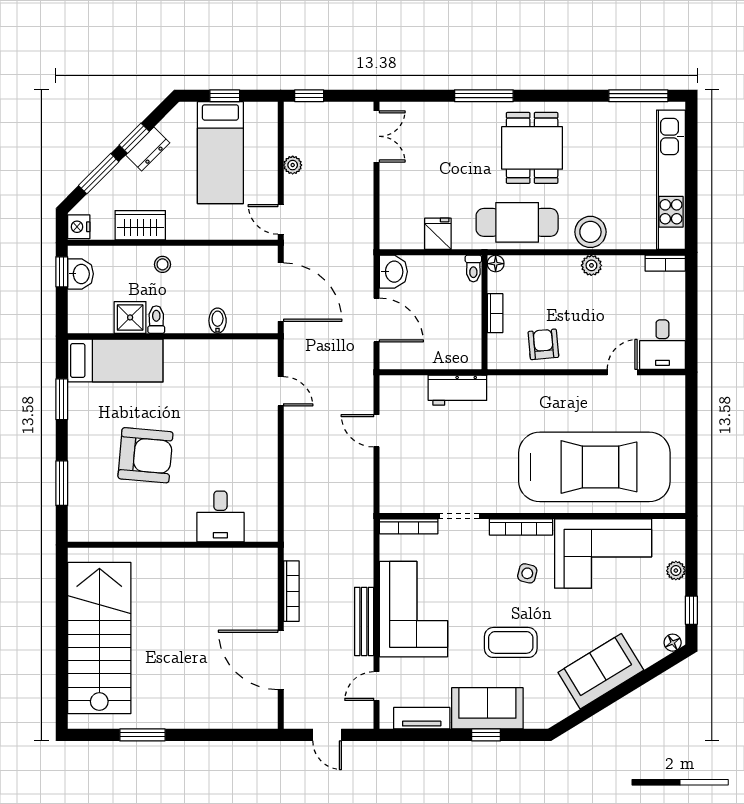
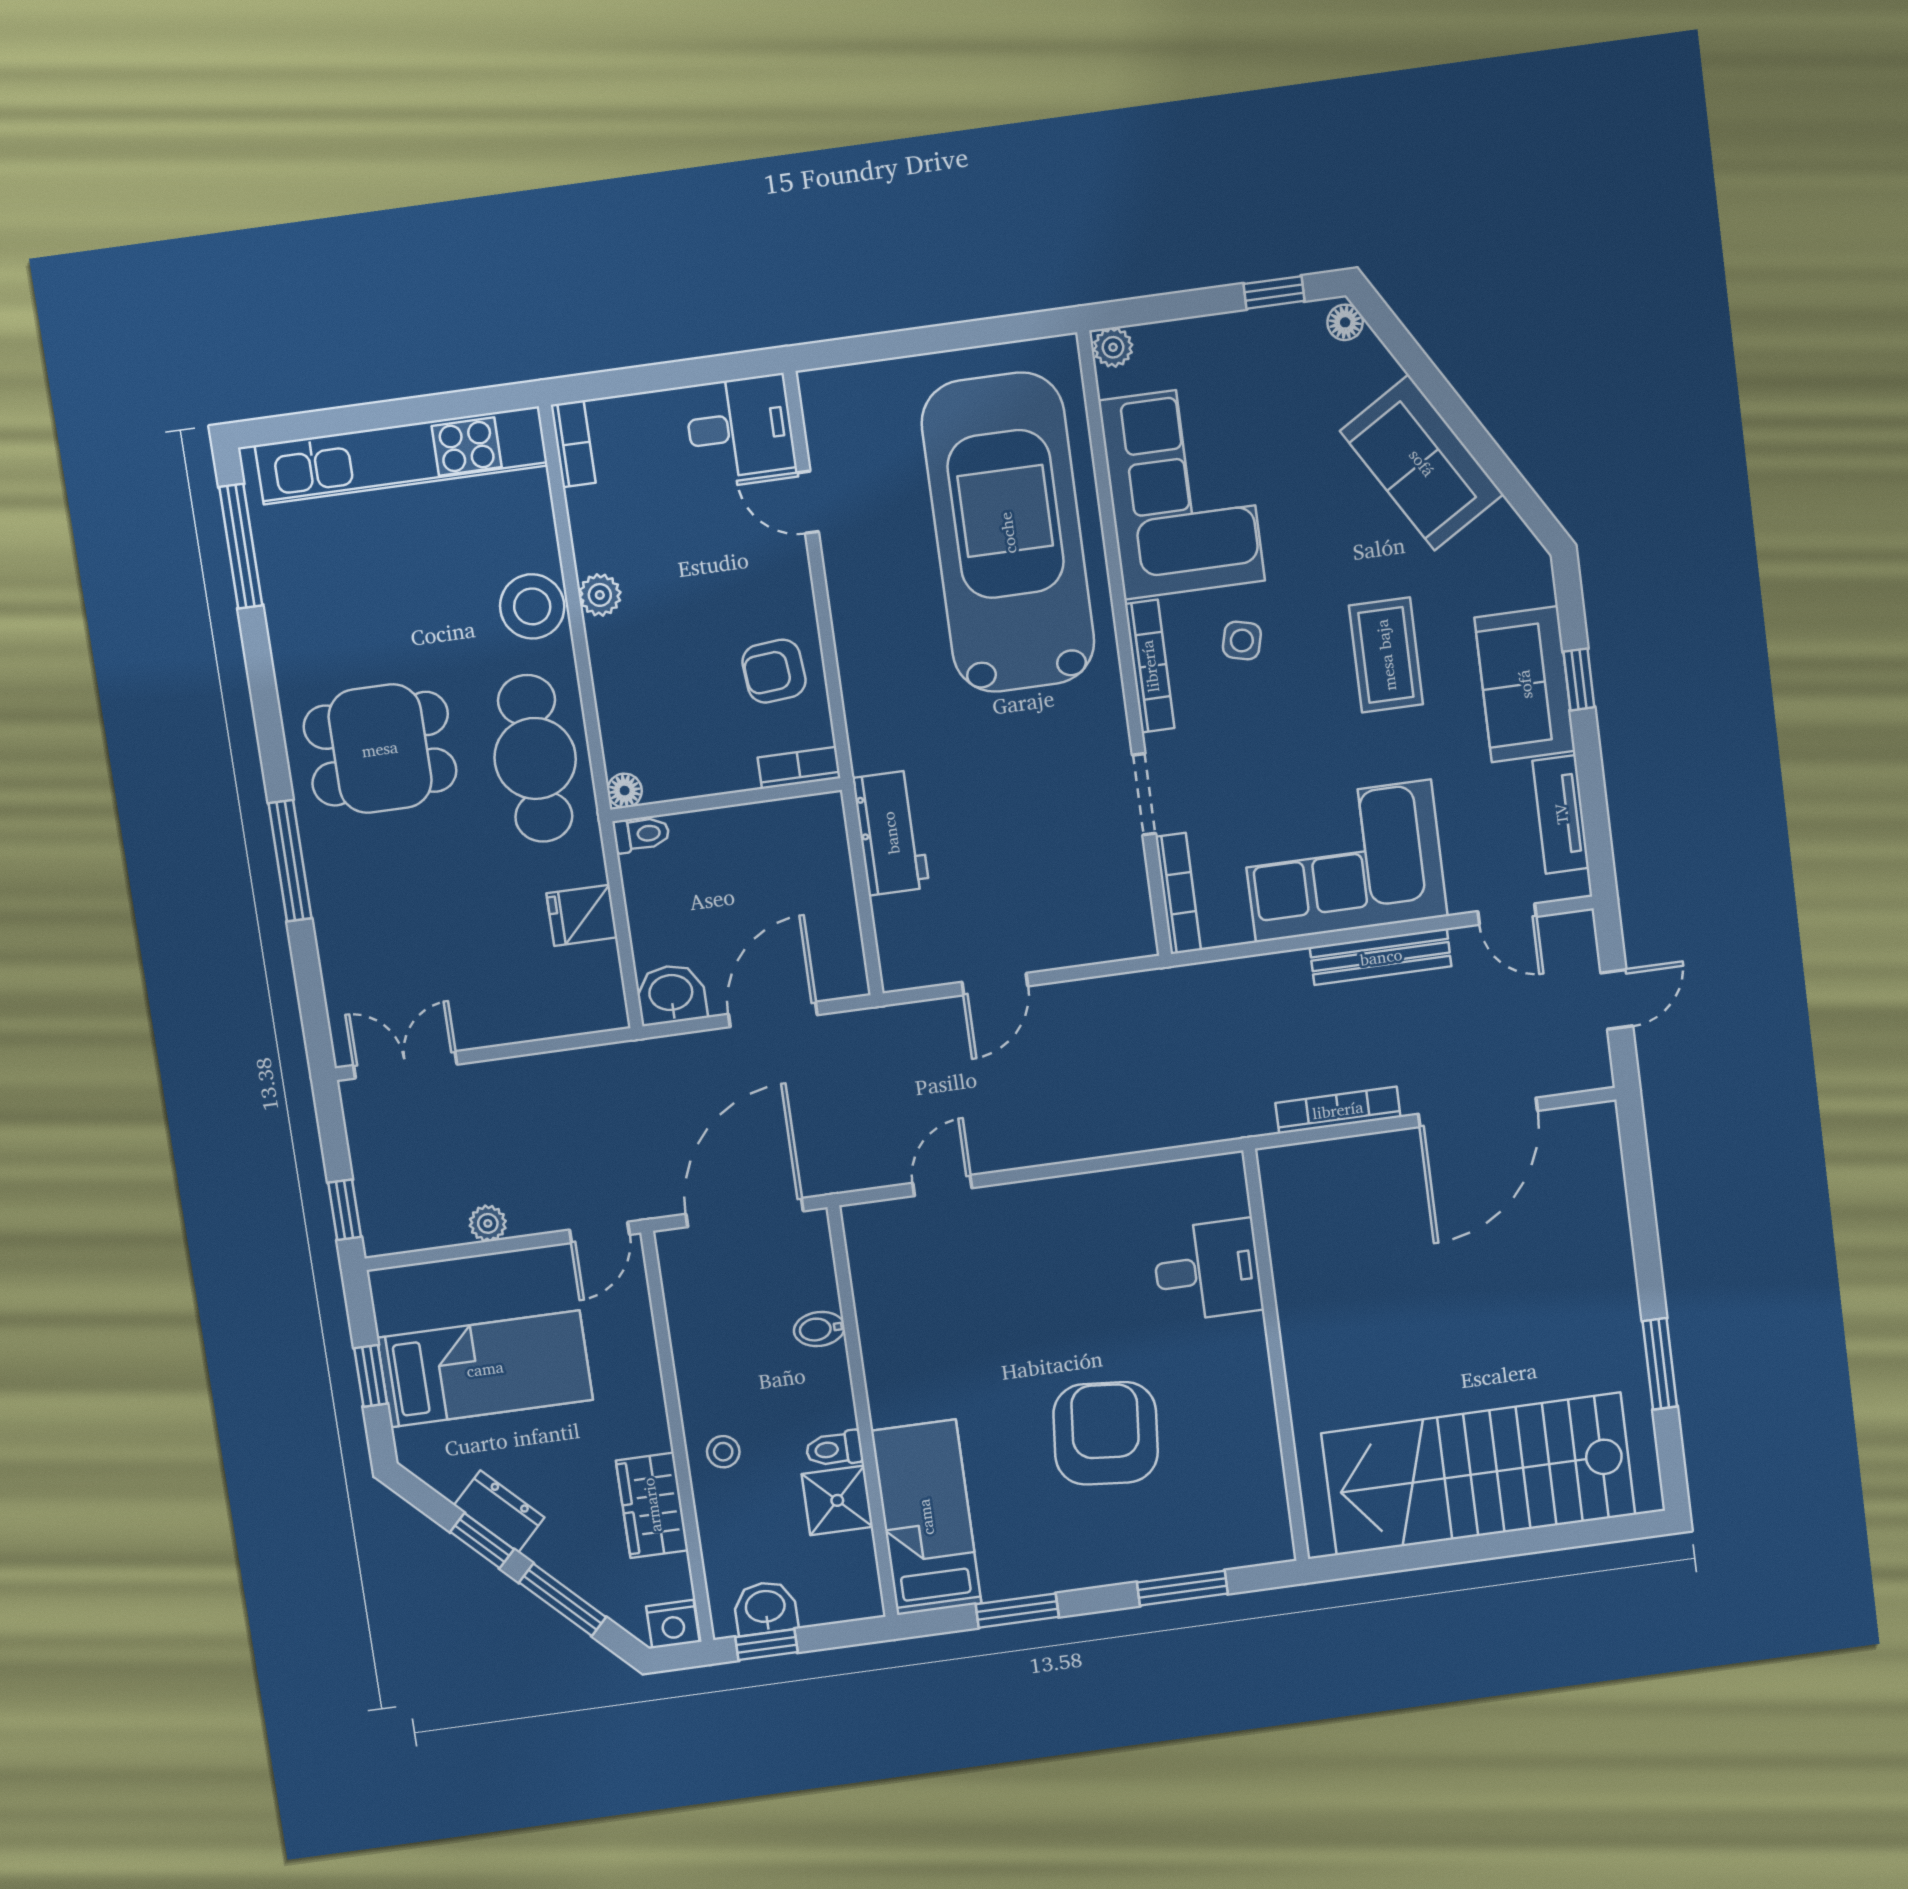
bookcase: (495, 313) -> (799, 768), moved
plant: (676, 571) -> (1113, 347), moved

